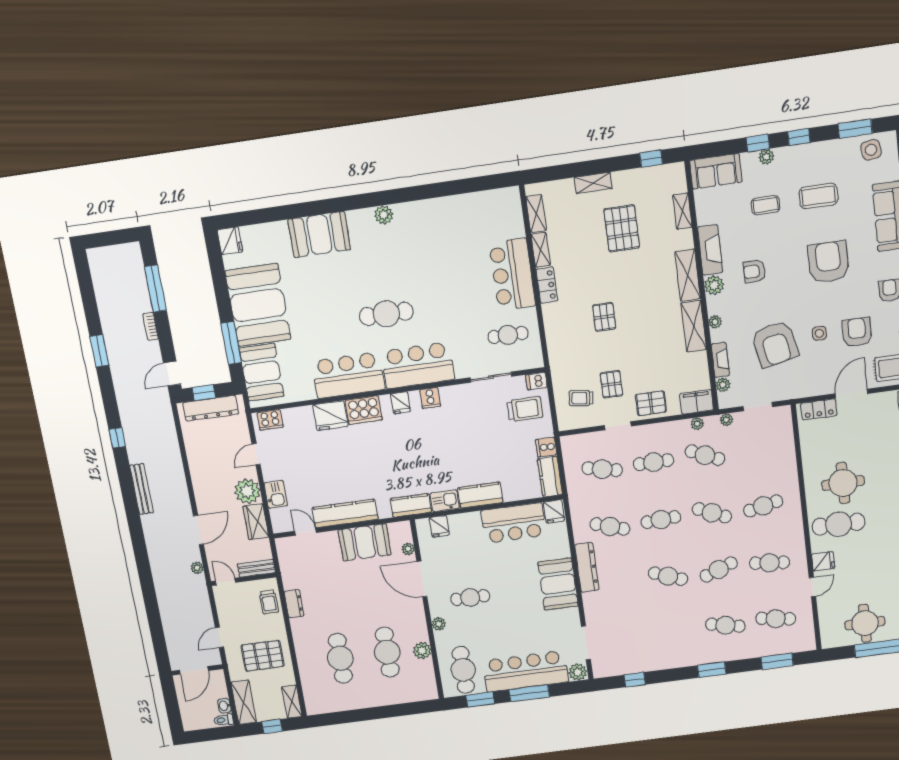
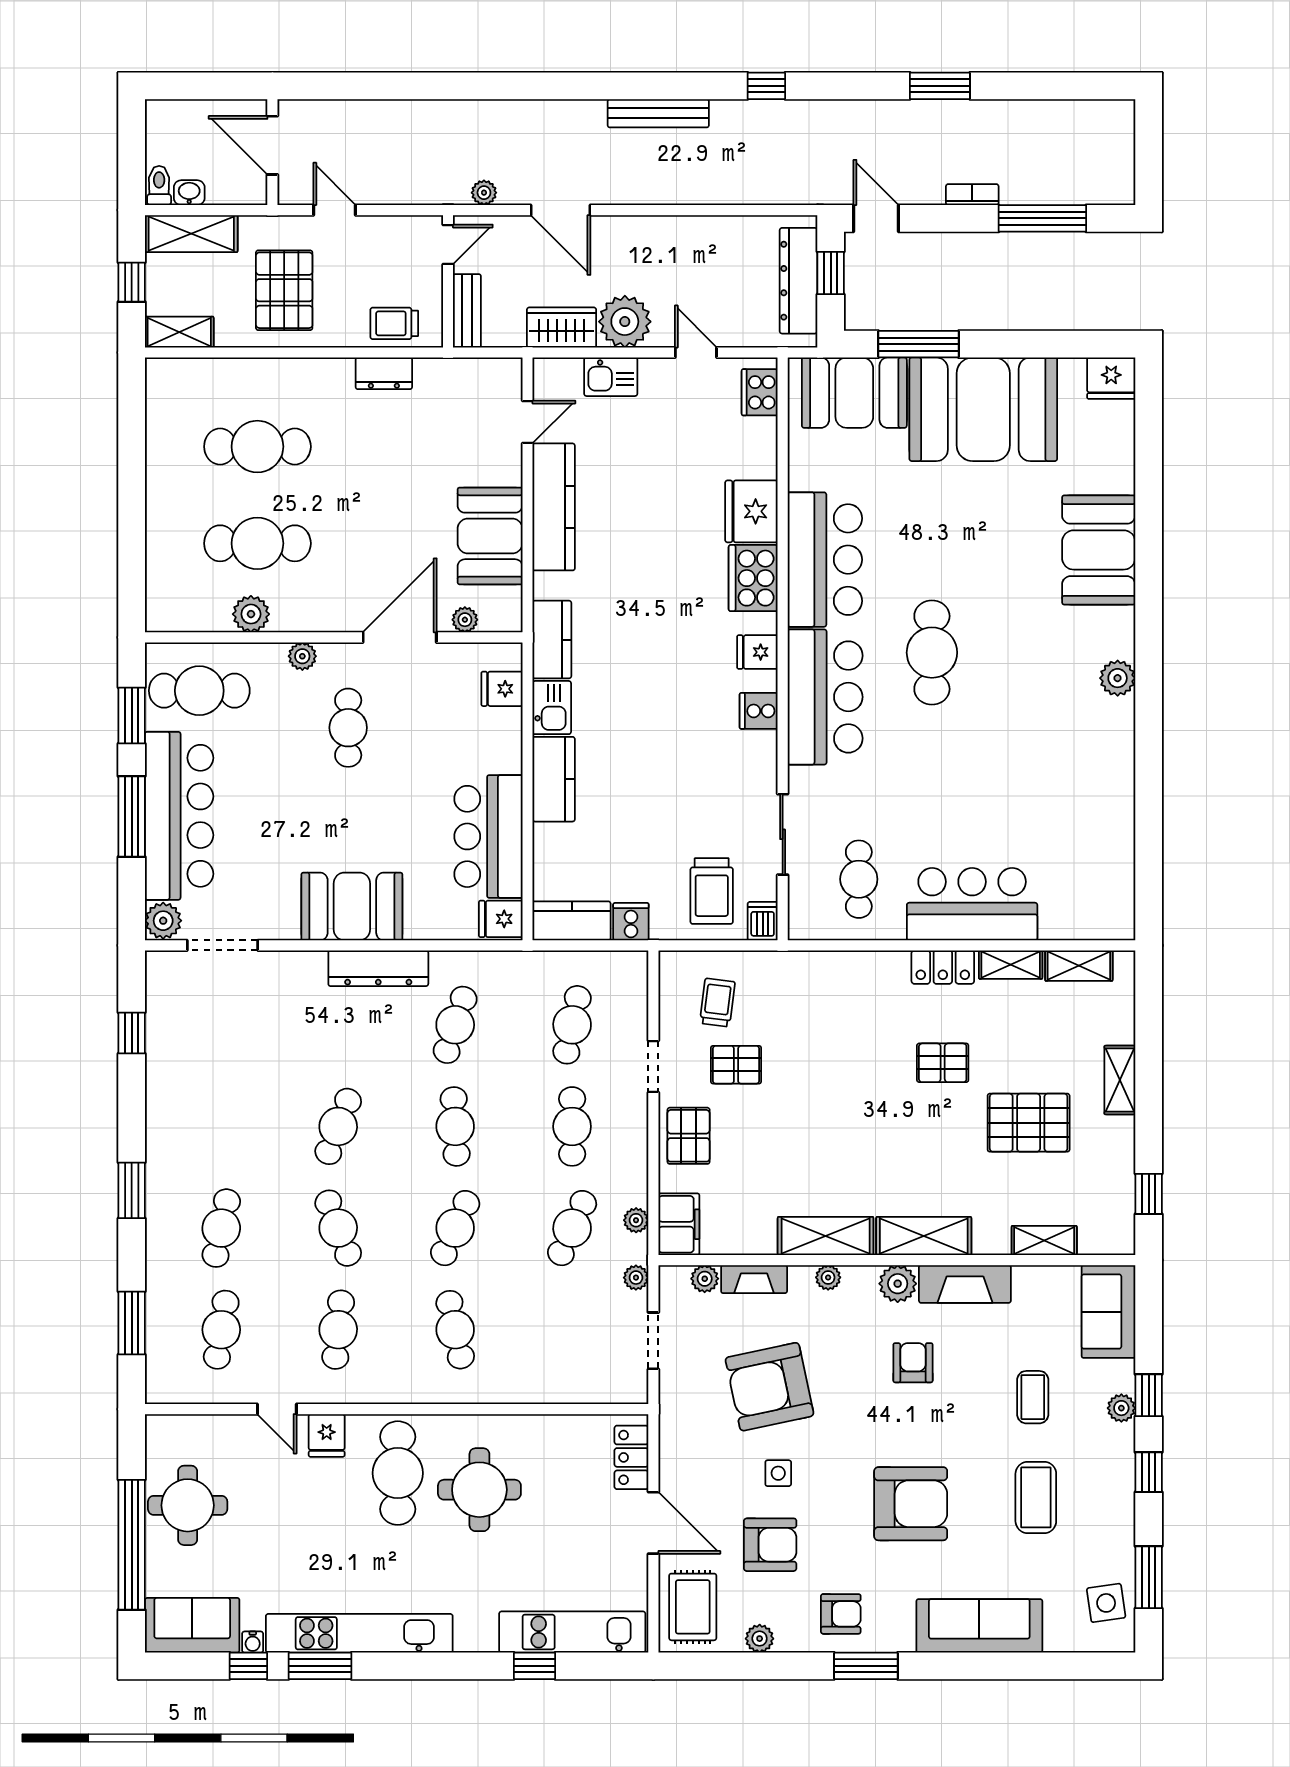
pallet: (604, 317) -> (943, 1063), moved

